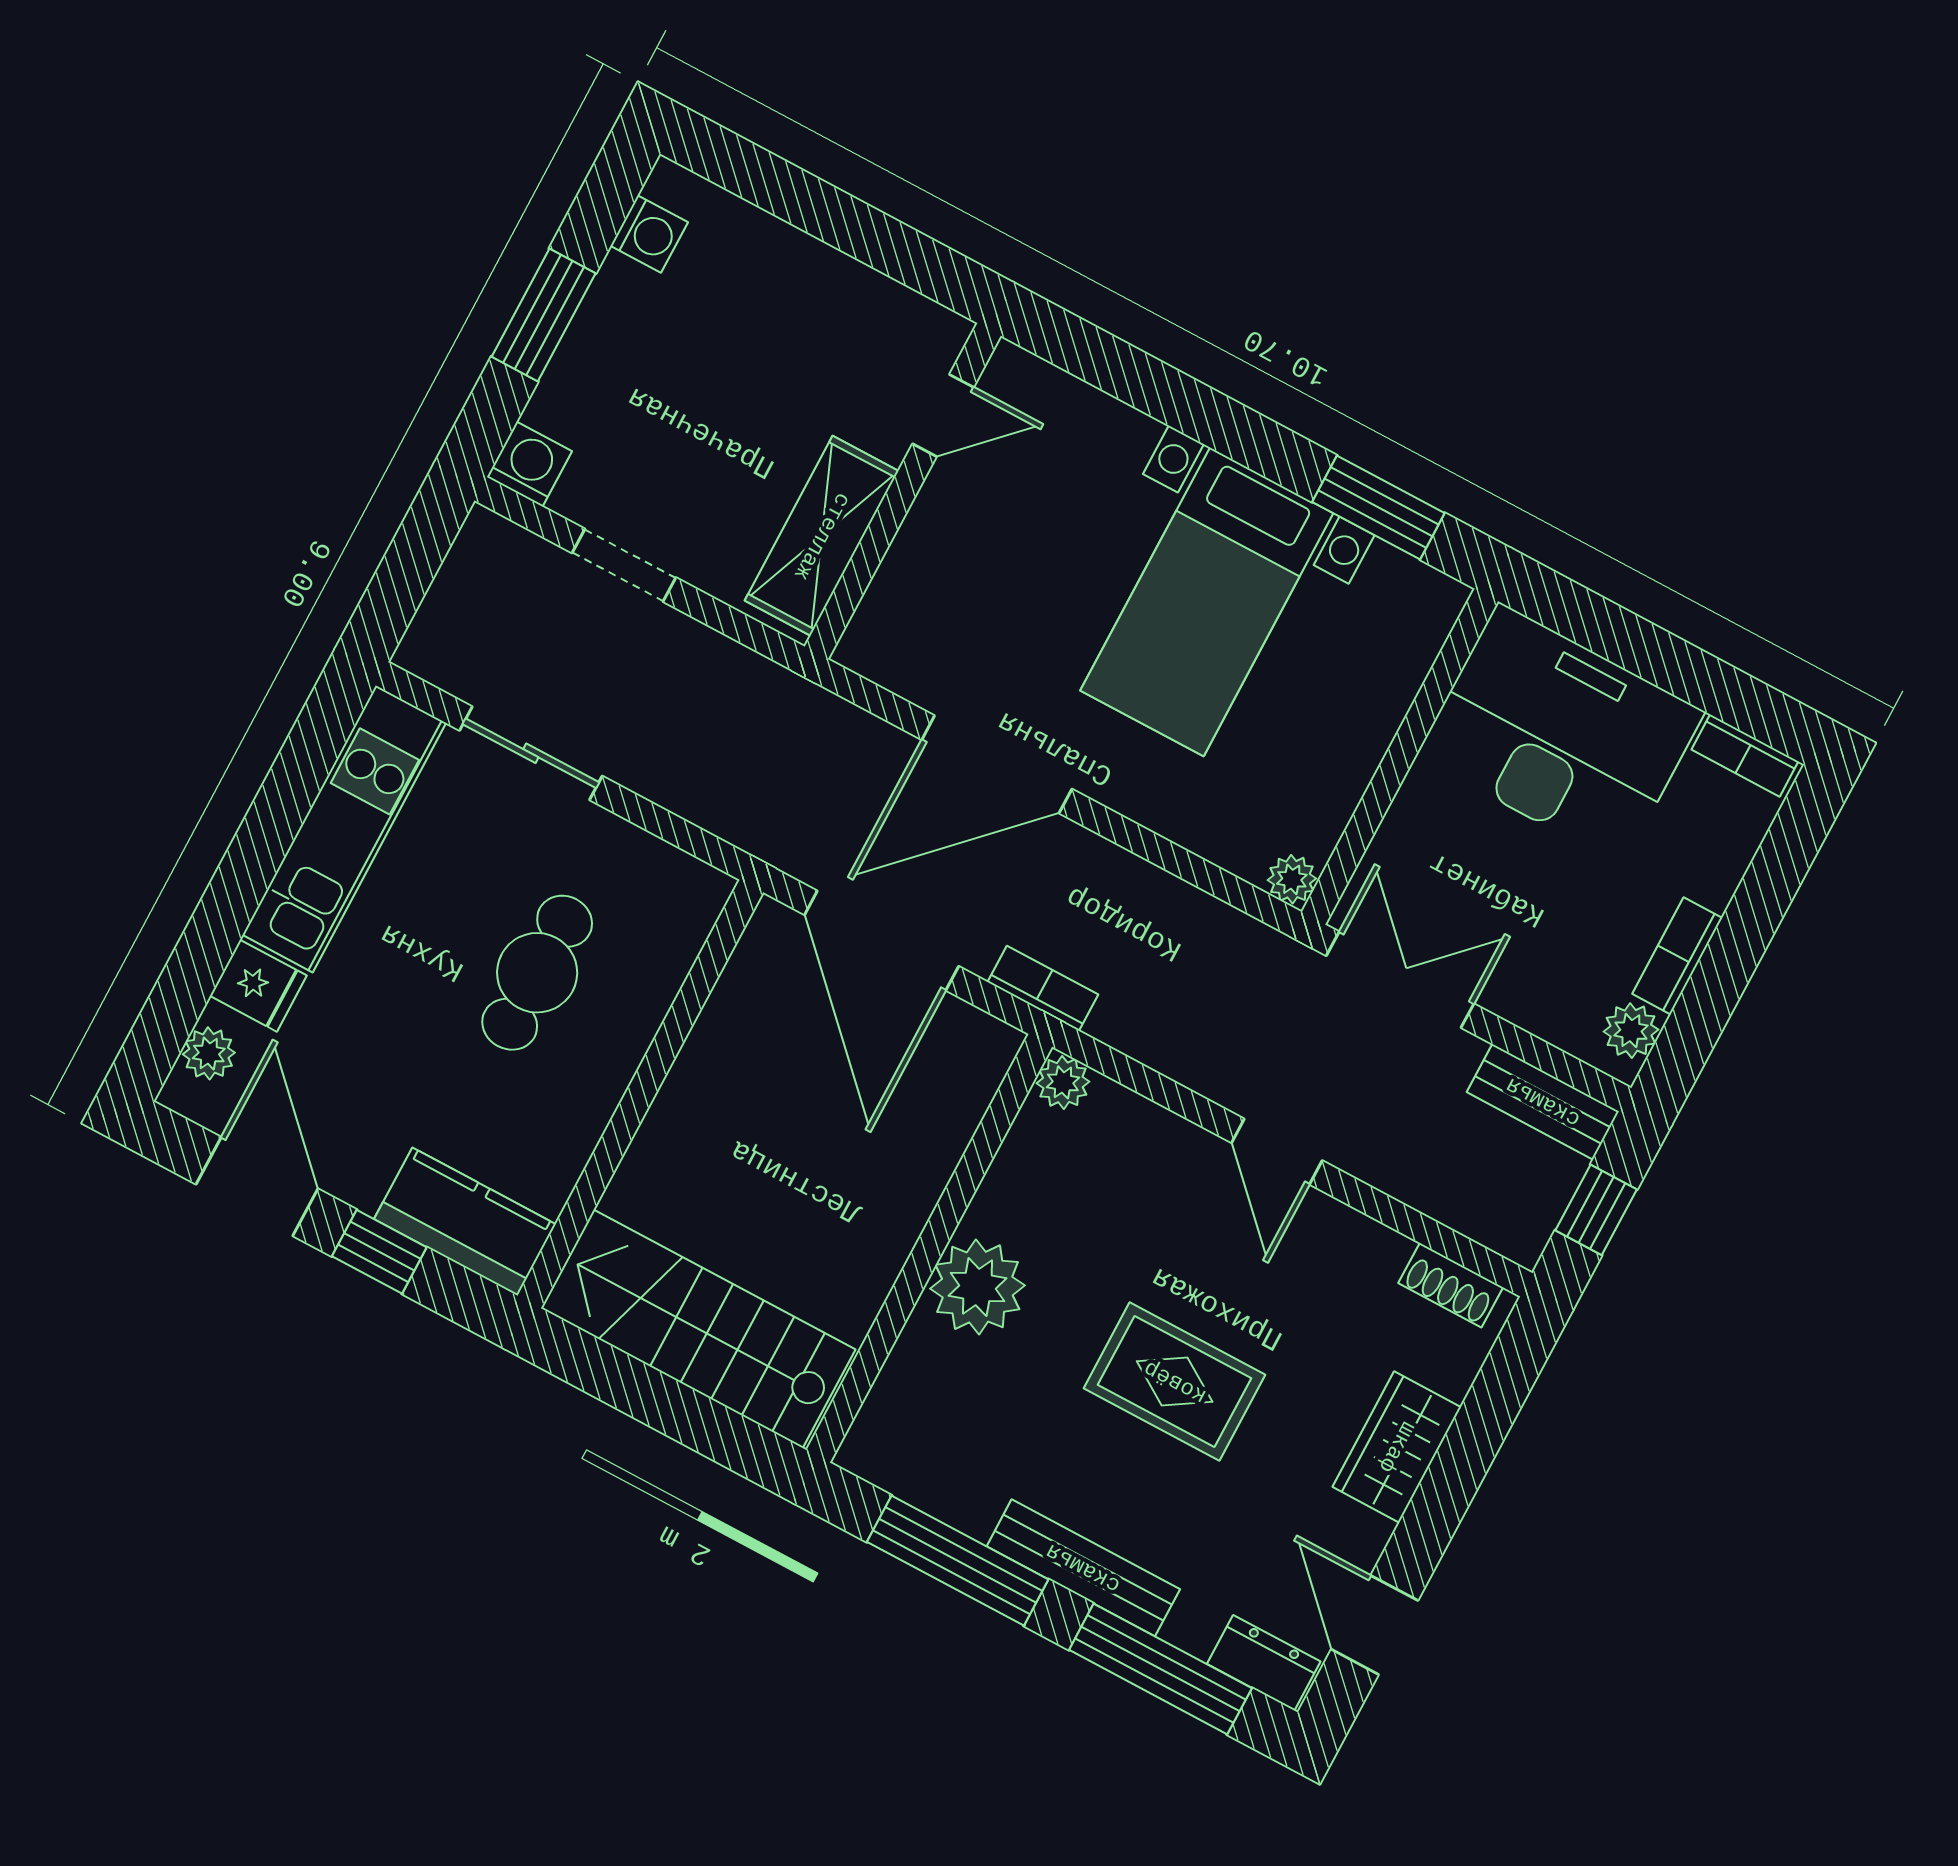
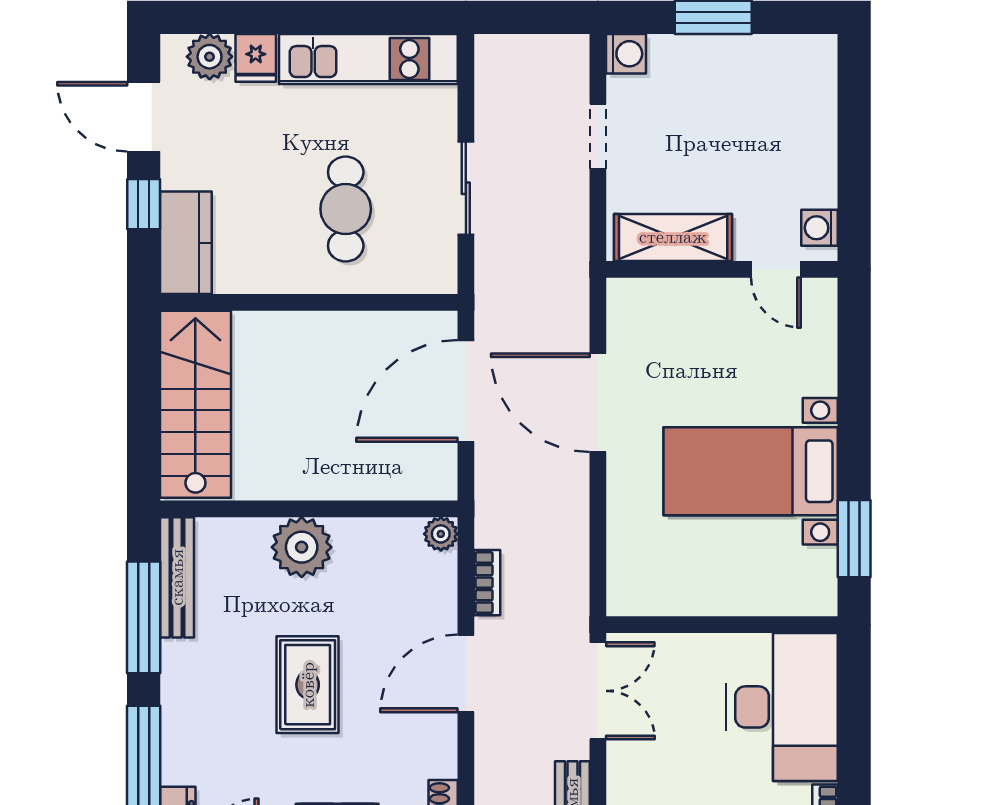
washing machine: (649, 234) -> (819, 228), moved, turned 90
sliding door: (531, 753) -> (466, 188), moved
plant: (1292, 879) -> (622, 601), removed
cafe table: (537, 973) -> (346, 209), turned 90
bookcase: (1043, 988) -> (487, 583), moved
plant: (209, 1053) -> (210, 57), width x1.38, depth x1.38
door: (1277, 1152) -> (466, 673), width x1.38
door: (257, 1187) -> (144, 117), swing flipped
bench: (1083, 1568) -> (177, 577), moved

